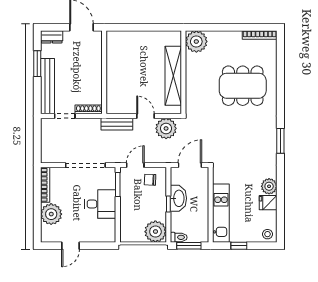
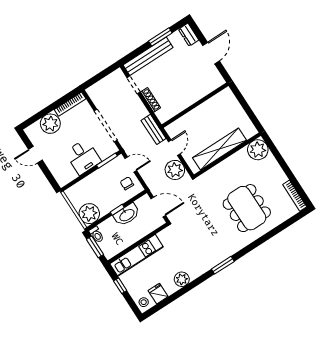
wall: (104, 72) -> (195, 105), moved
fridge: (268, 203) -> (158, 294), moved

